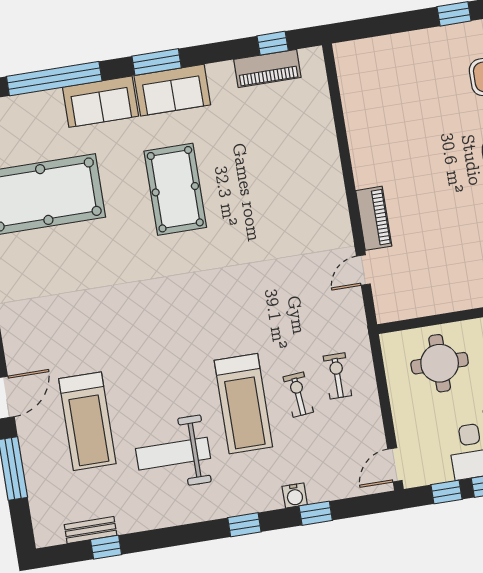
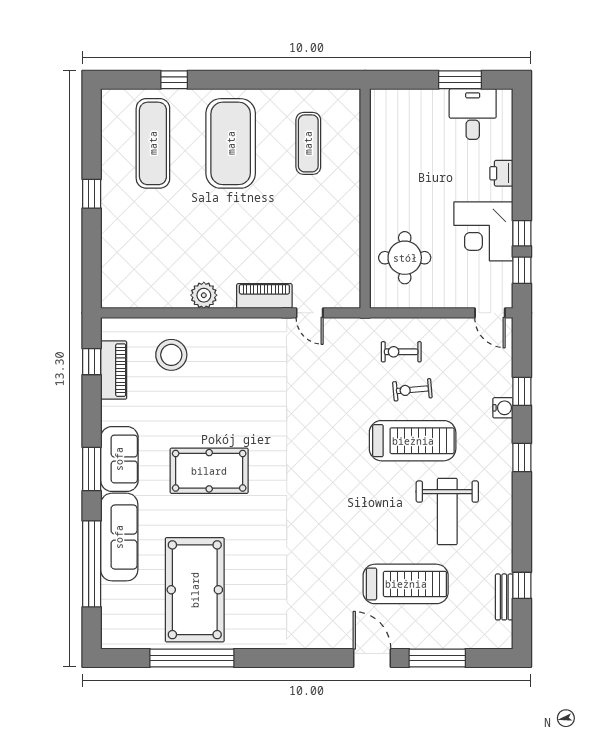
sofa: (100, 102) -> (119, 537), width x1.36
stool: (294, 128) -> (171, 355), added
plant: (364, 153) -> (204, 295), added

